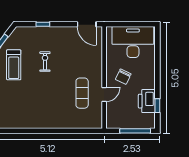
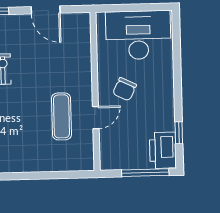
door: (87, 24) -> (46, 10), moved
printer: (147, 101) -> (163, 150), moved

